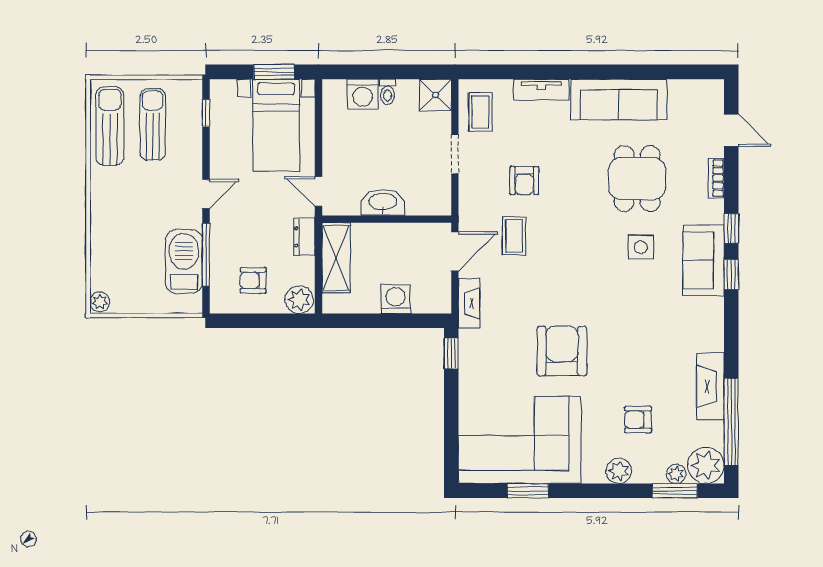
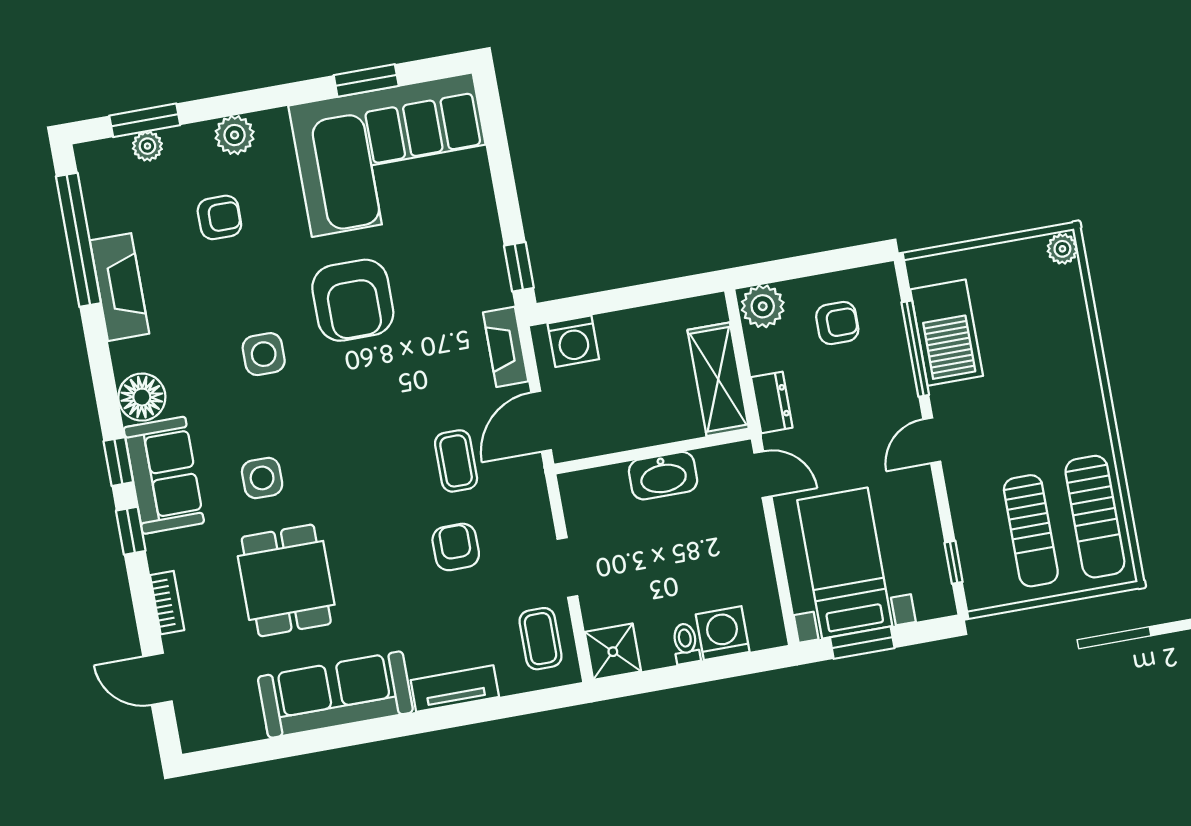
washing machine: (395, 299) -> (573, 341), moved
floor lamp: (709, 313) -> (142, 397), added
side table: (625, 327) -> (264, 354), added
plant: (706, 465) -> (105, 167), removed

